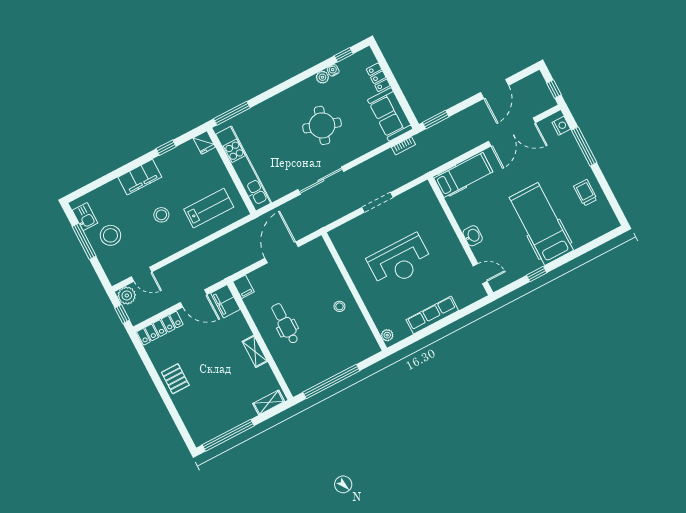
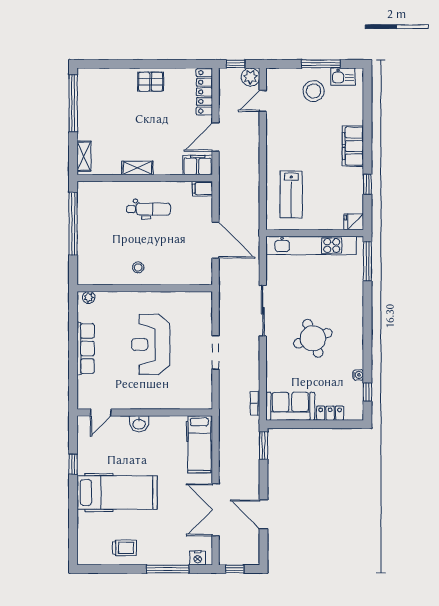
plant: (322, 77) -> (357, 362), removed
round table: (322, 125) -> (313, 338), turned -37
stool: (161, 215) -> (308, 148), removed

